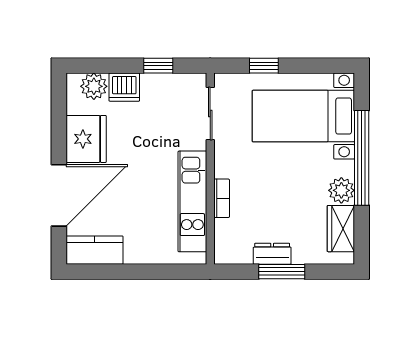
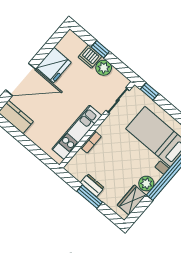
window: (158, 66) -> (100, 49), moved
window: (264, 66) -> (149, 91), moved
plant: (94, 86) -> (104, 68), moved

